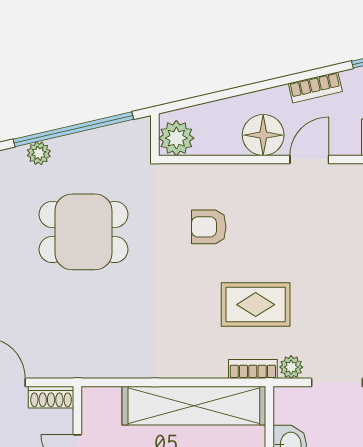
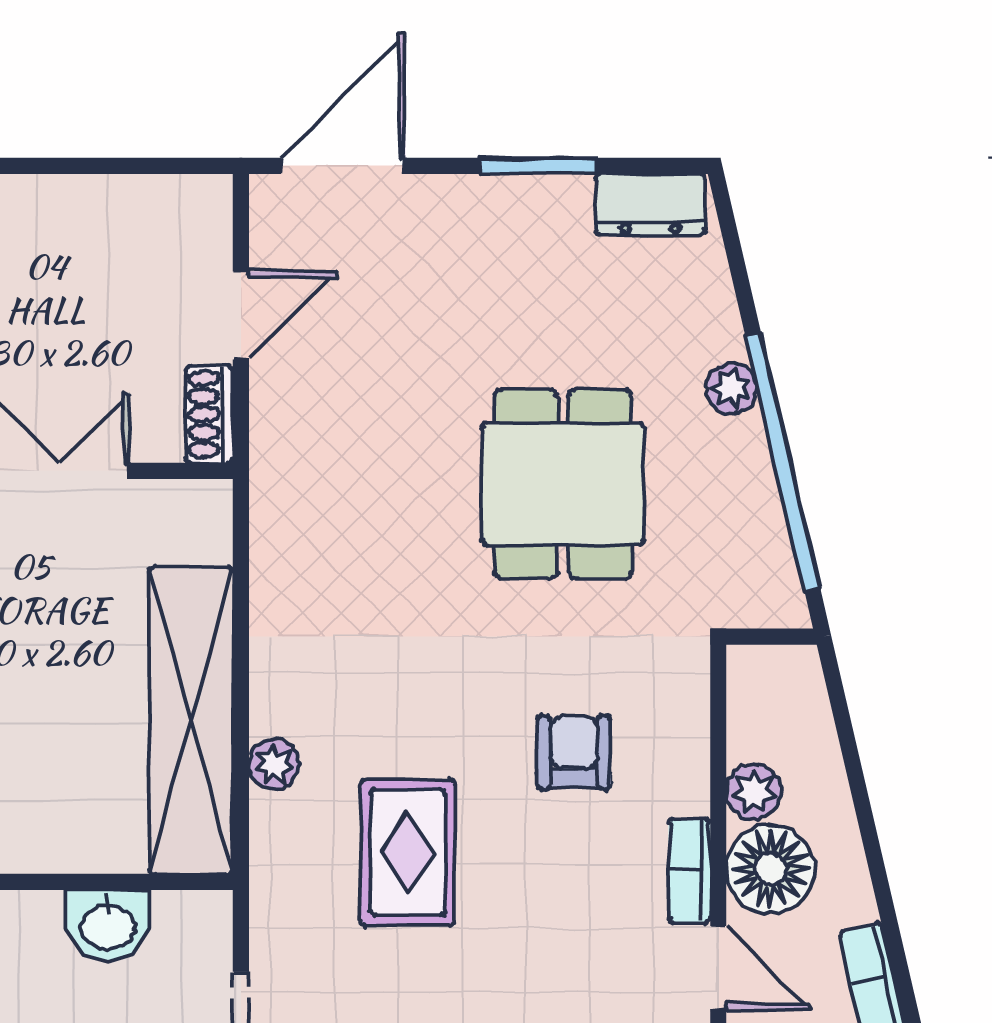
plant: (176, 138) -> (754, 791), moved, width x0.73, depth x0.73
plant: (291, 367) -> (274, 764), moved
bookcase: (253, 369) -> (690, 871), moved, turned 180

